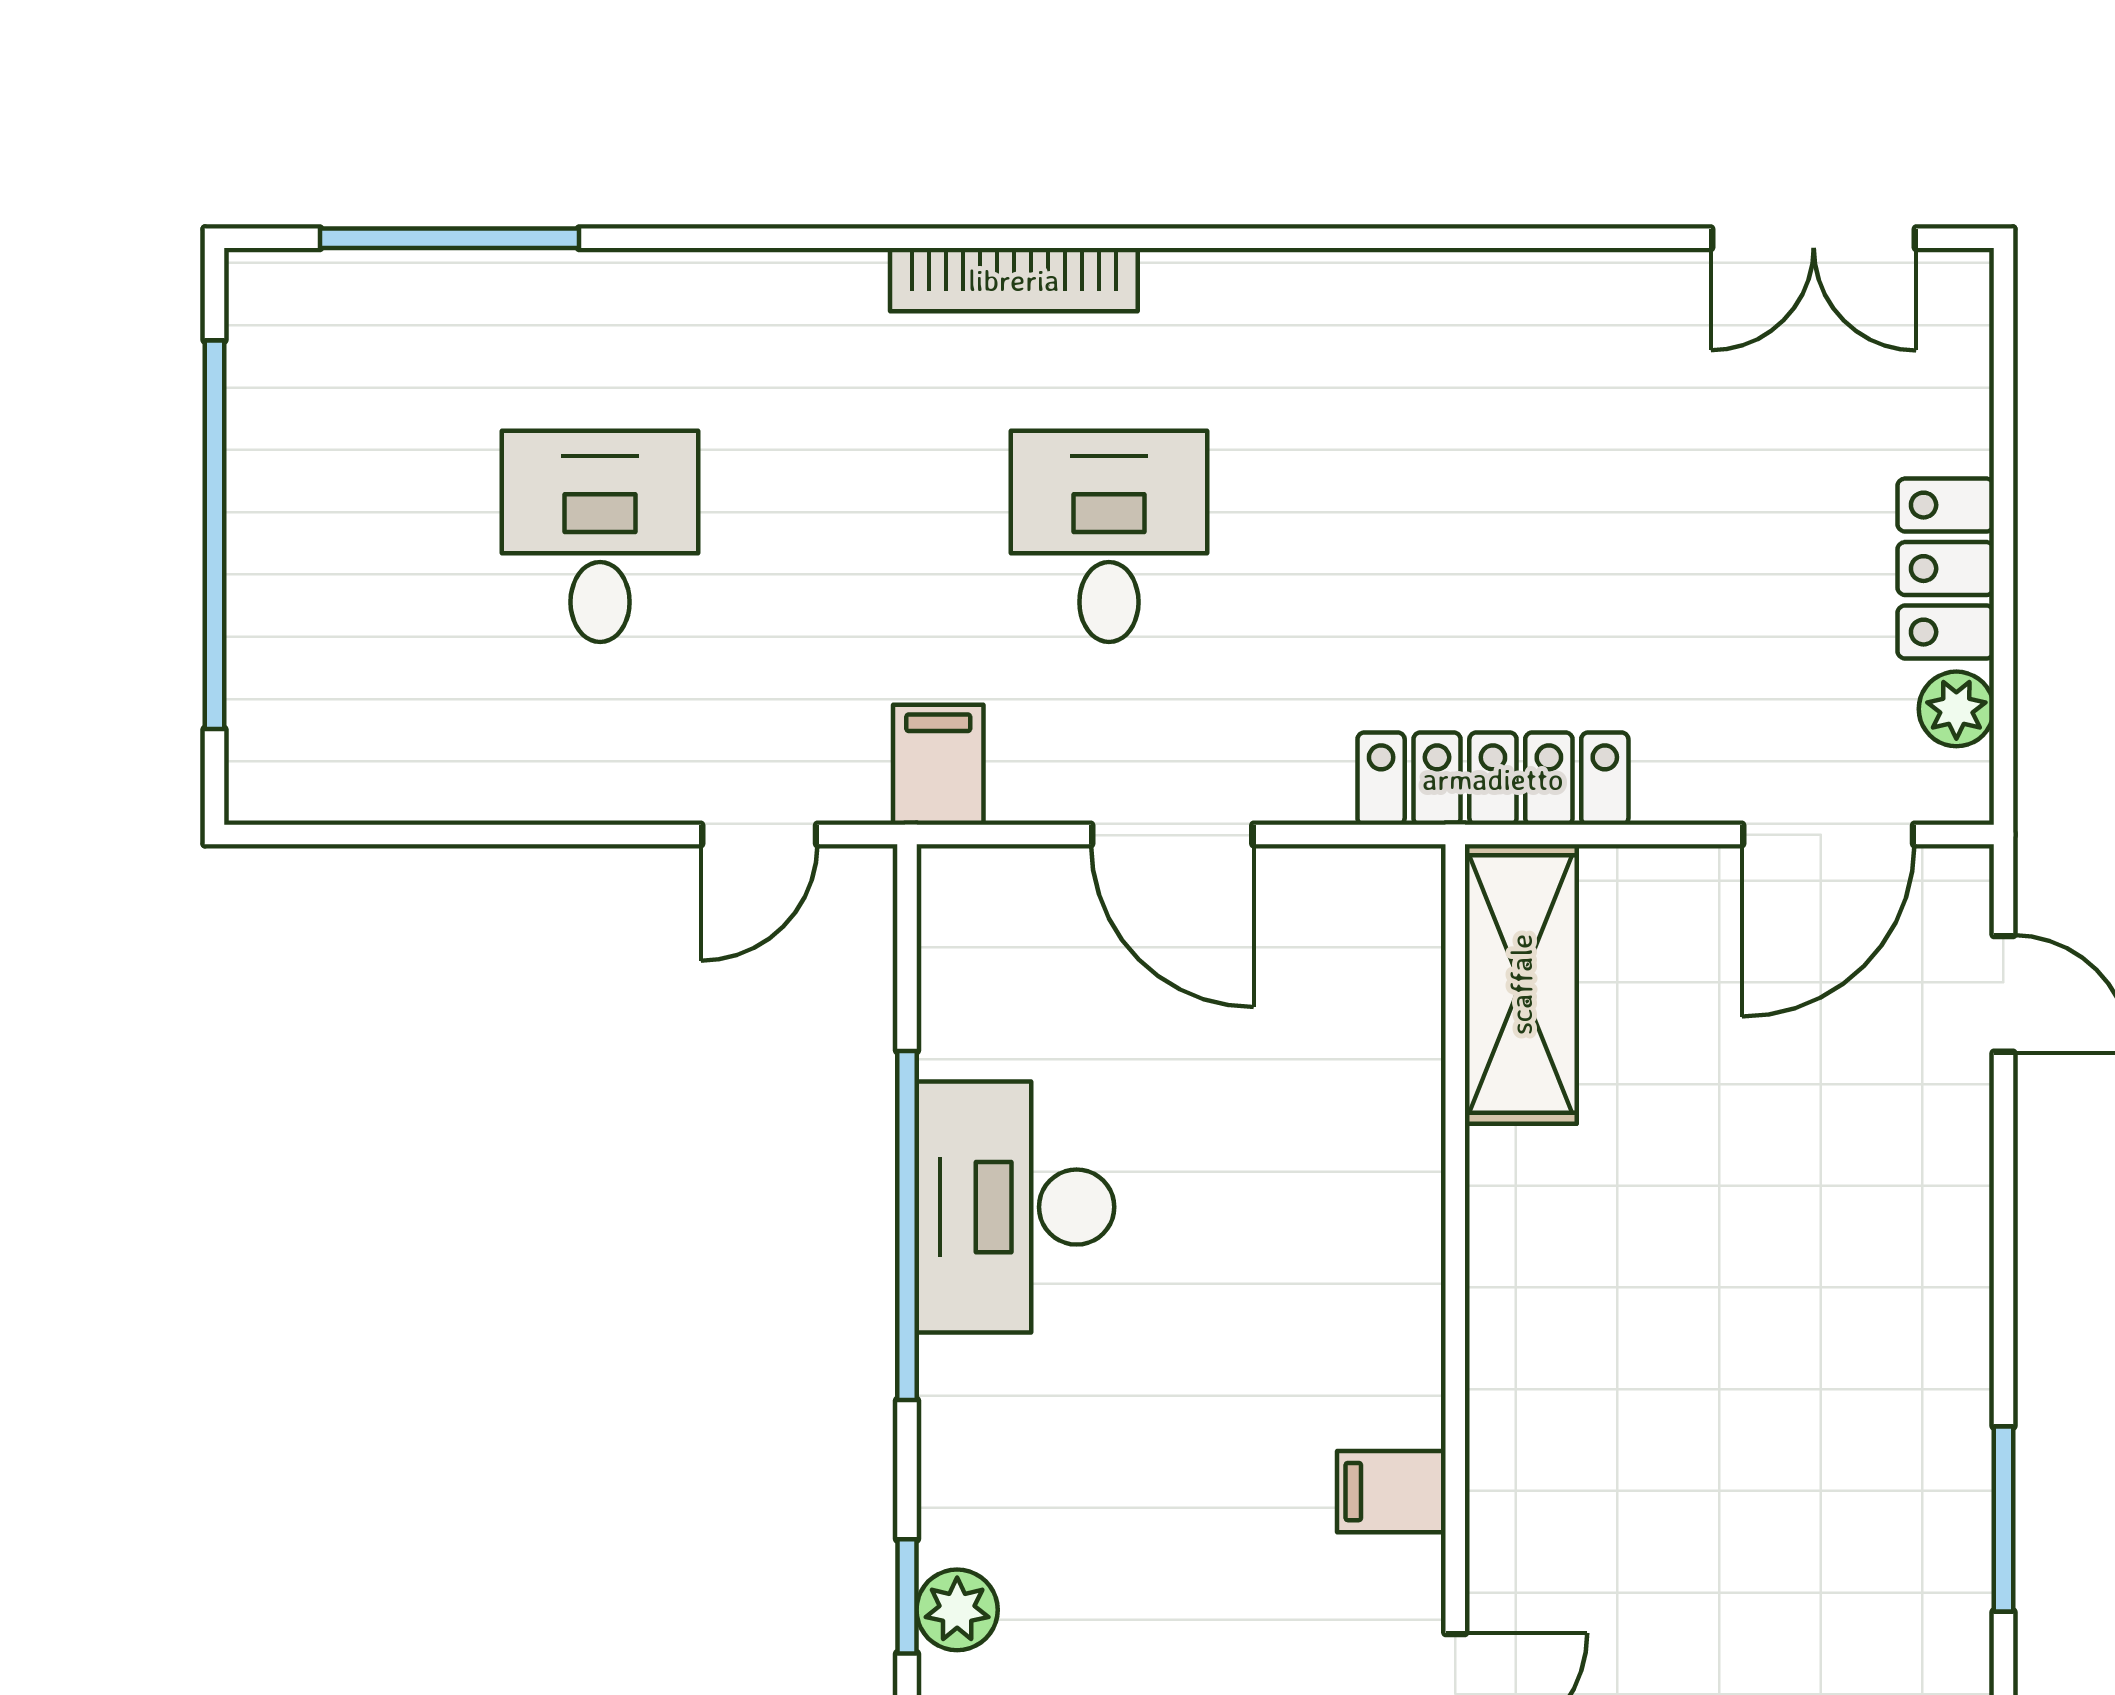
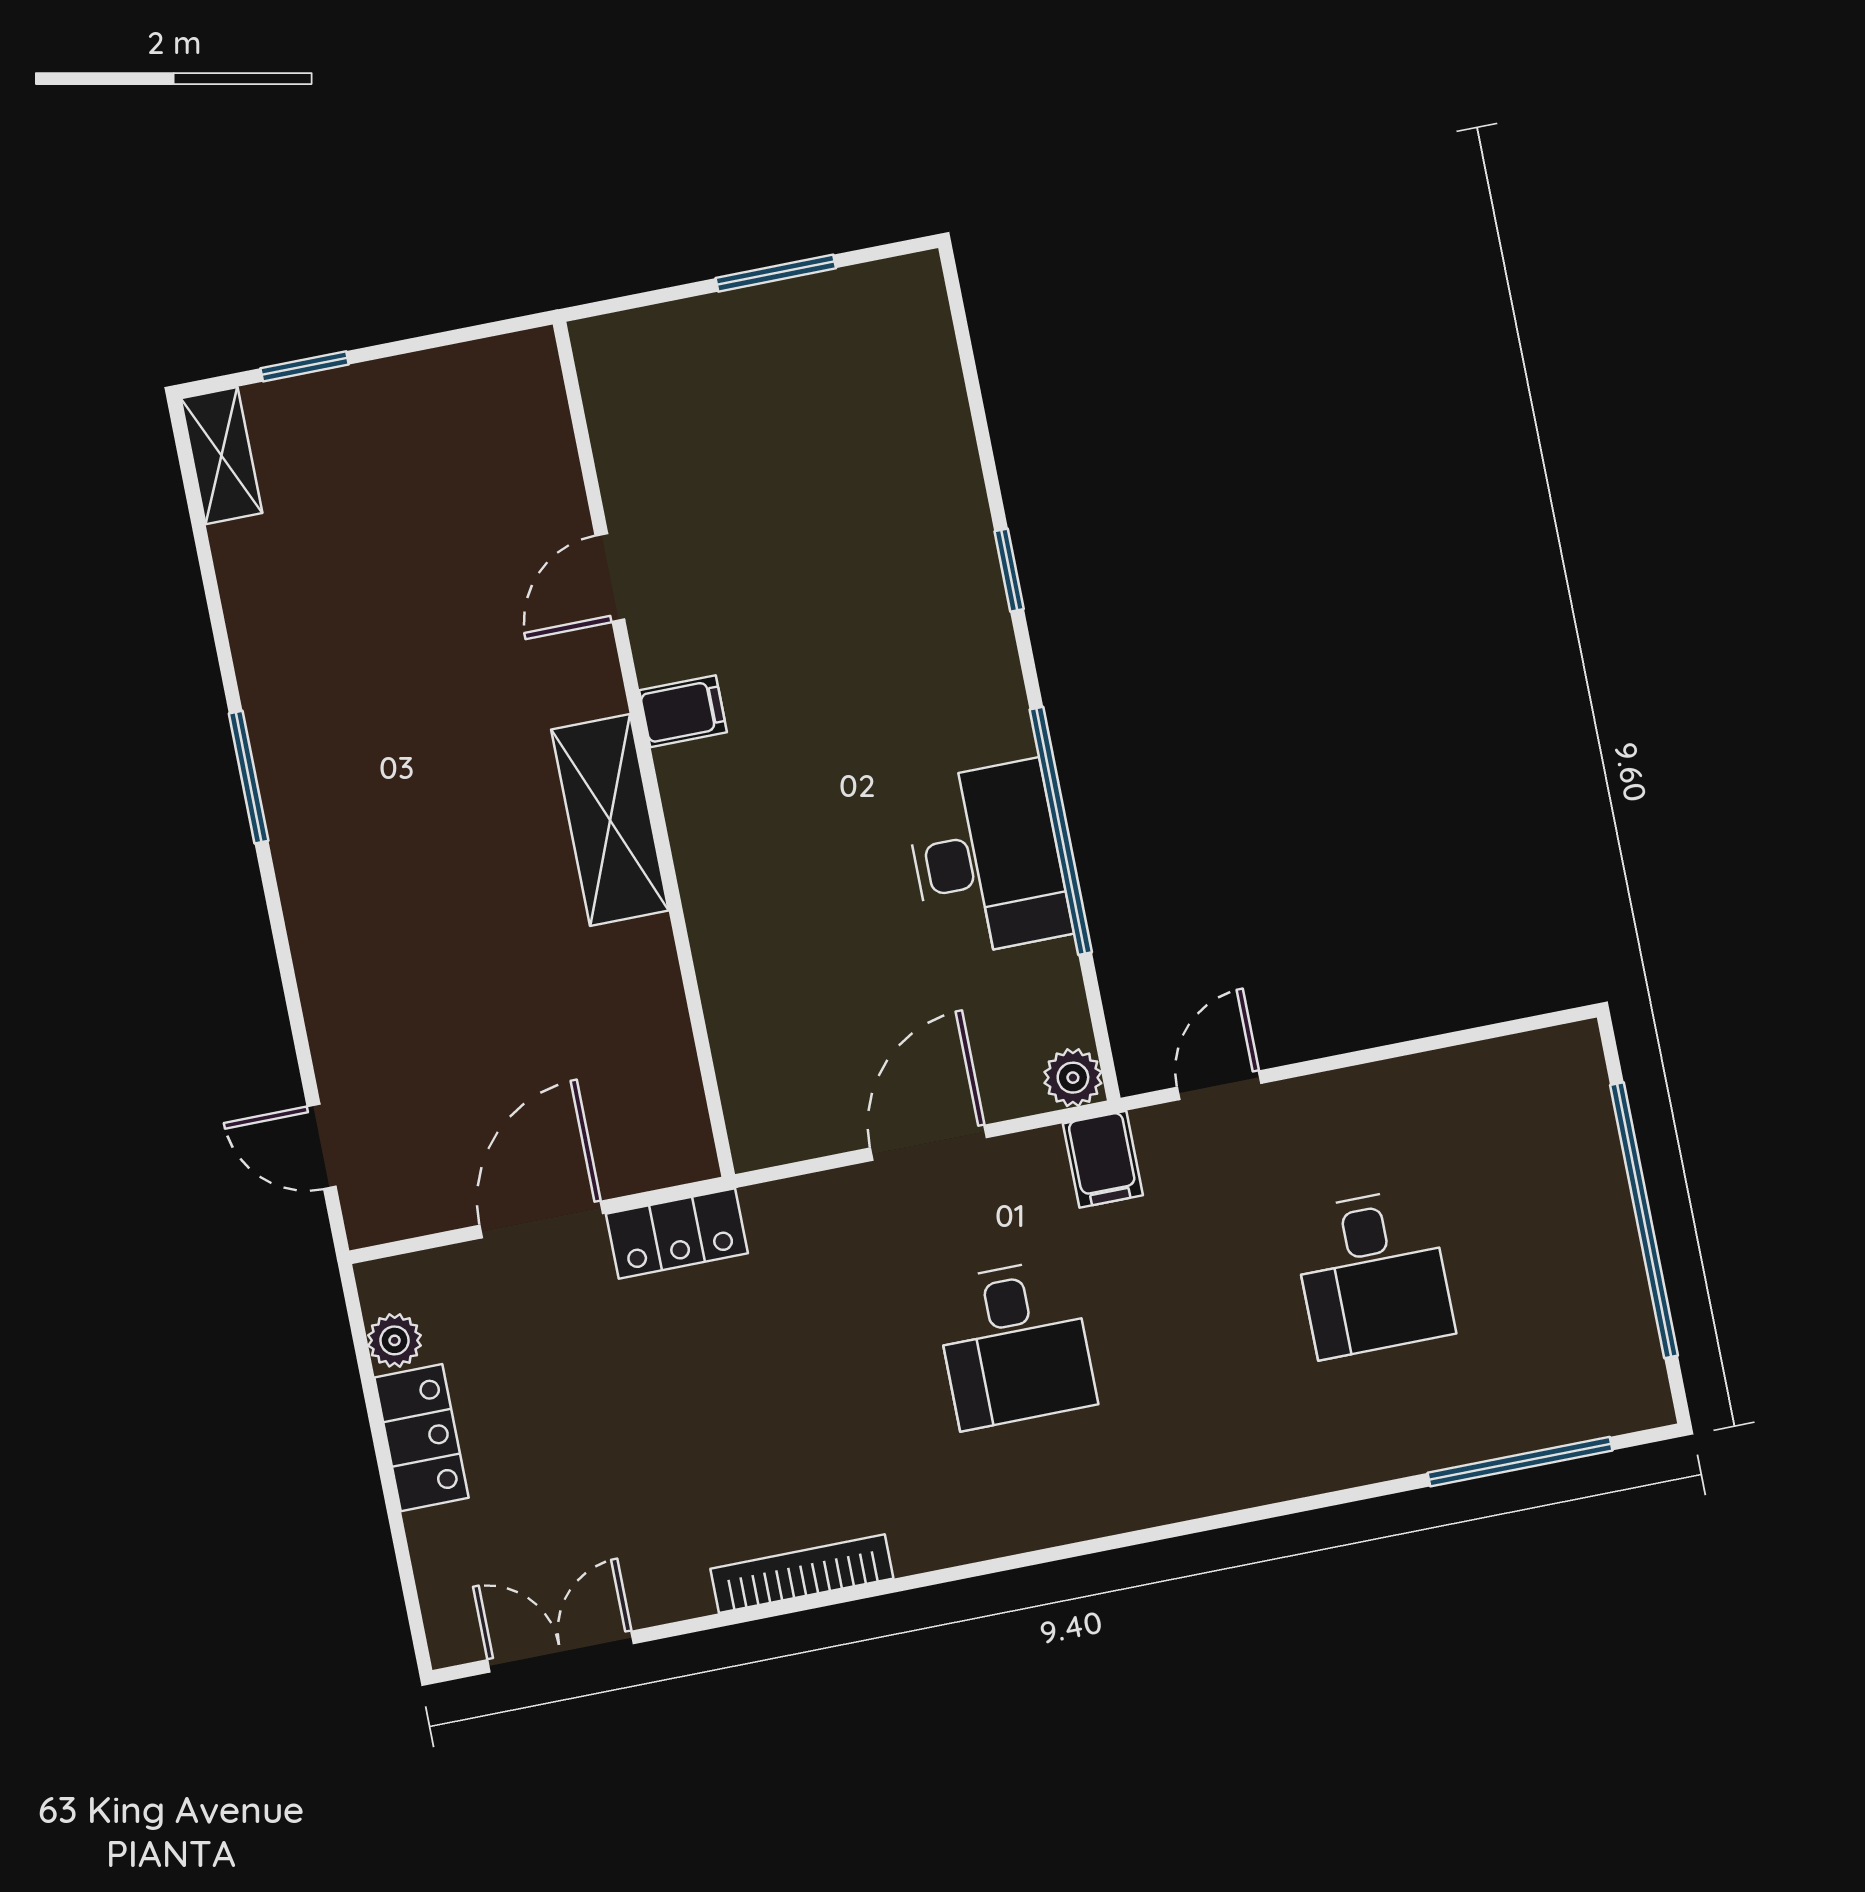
bookcase: (1014, 280) -> (802, 1574), moved
locker: (1493, 779) -> (677, 1234), width x0.66
door: (1172, 835) -> (929, 1143), hinge flipped
door: (1828, 835) -> (541, 1219), moved
shelving: (1521, 984) -> (610, 820), moved
plant: (957, 1610) -> (1073, 1078), moved

